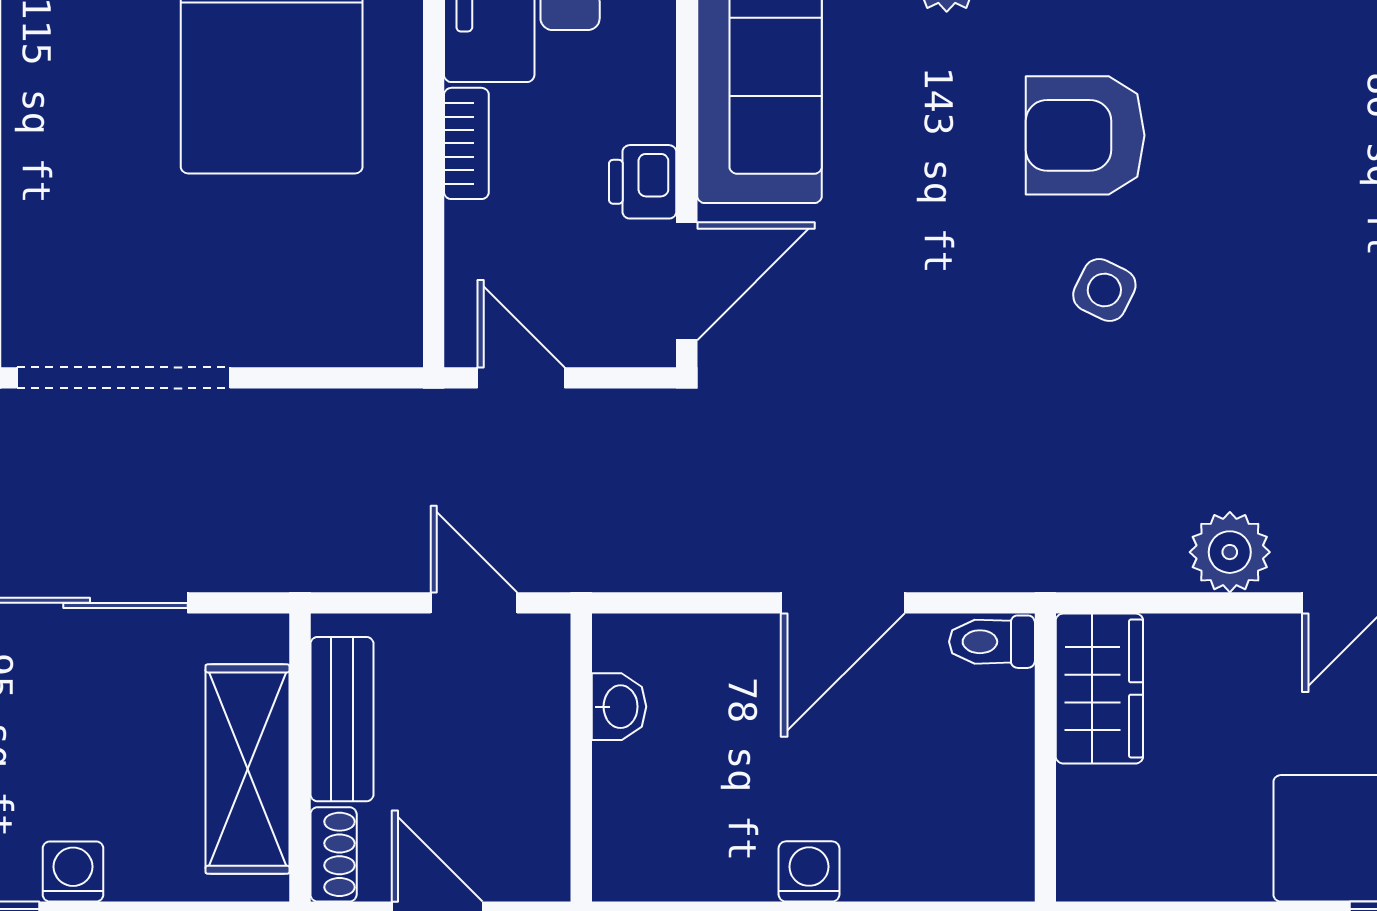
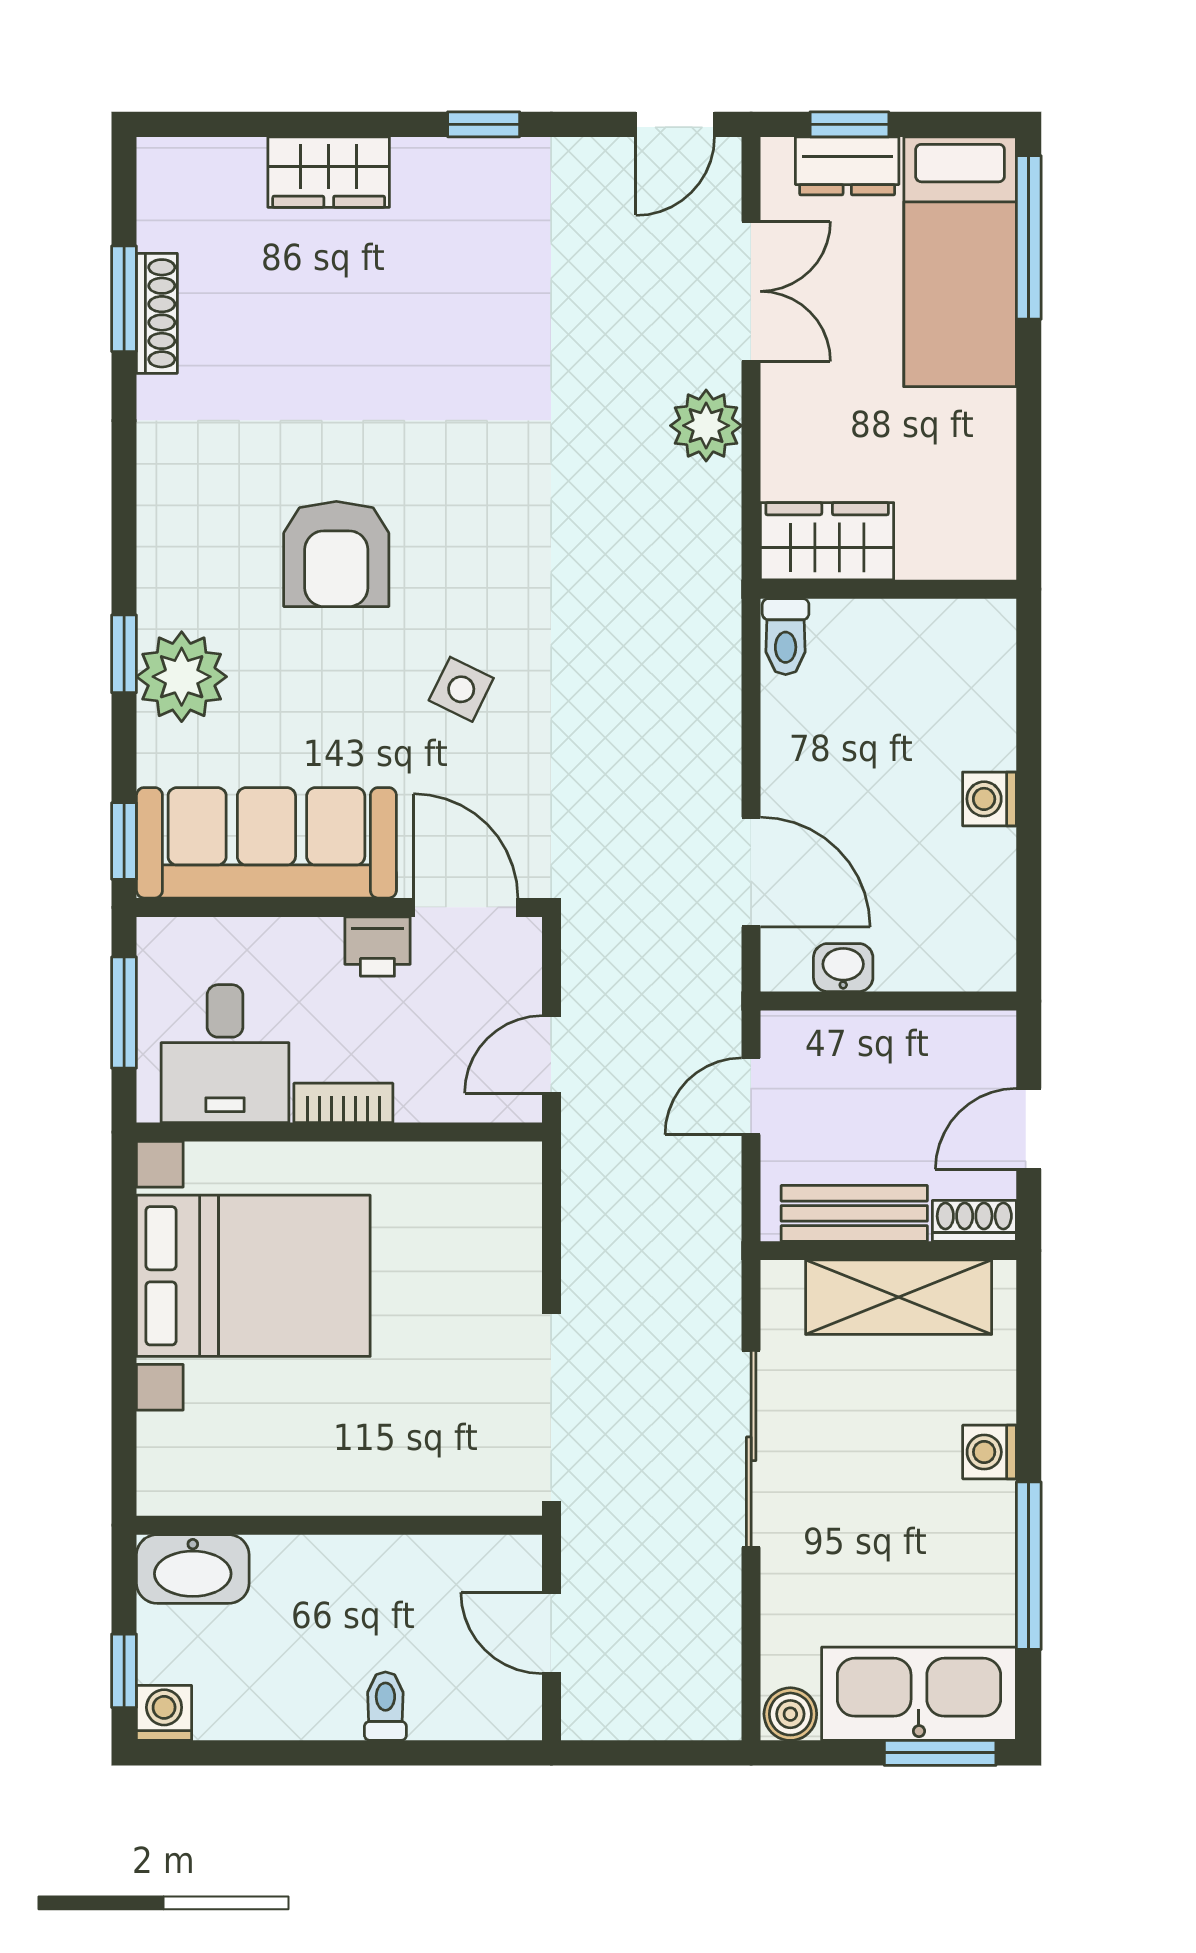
side table: (1104, 290) -> (461, 689), moved
door: (843, 603) -> (751, 872), moved

